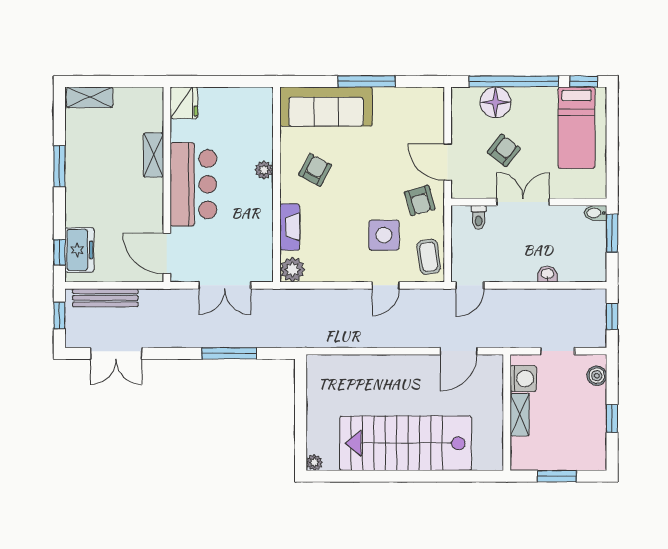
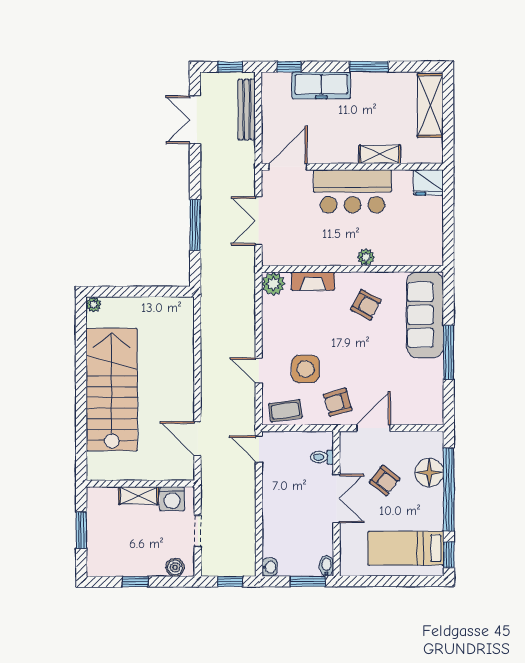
shelving: (90, 97) -> (430, 105), width x1.50, depth x1.33
freezer: (79, 250) -> (321, 85), moved, width x1.40
washbasin: (547, 274) -> (269, 567), moved

